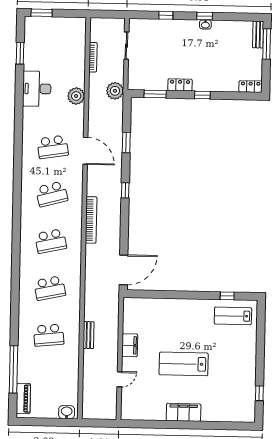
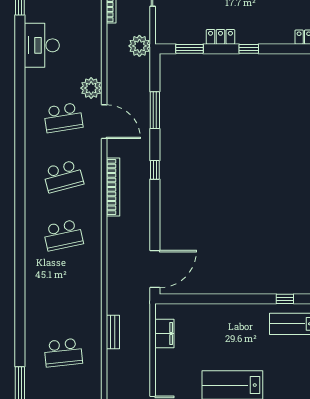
plant: (76, 96) -> (91, 88), moved
window: (126, 142) -> (155, 110), width x1.44
bookcase: (91, 220) -> (113, 187), moved
school desk: (50, 288) -> (63, 294), removed
bench: (89, 335) -> (113, 332), moved
filing cabinet: (130, 345) -> (164, 334), moved

